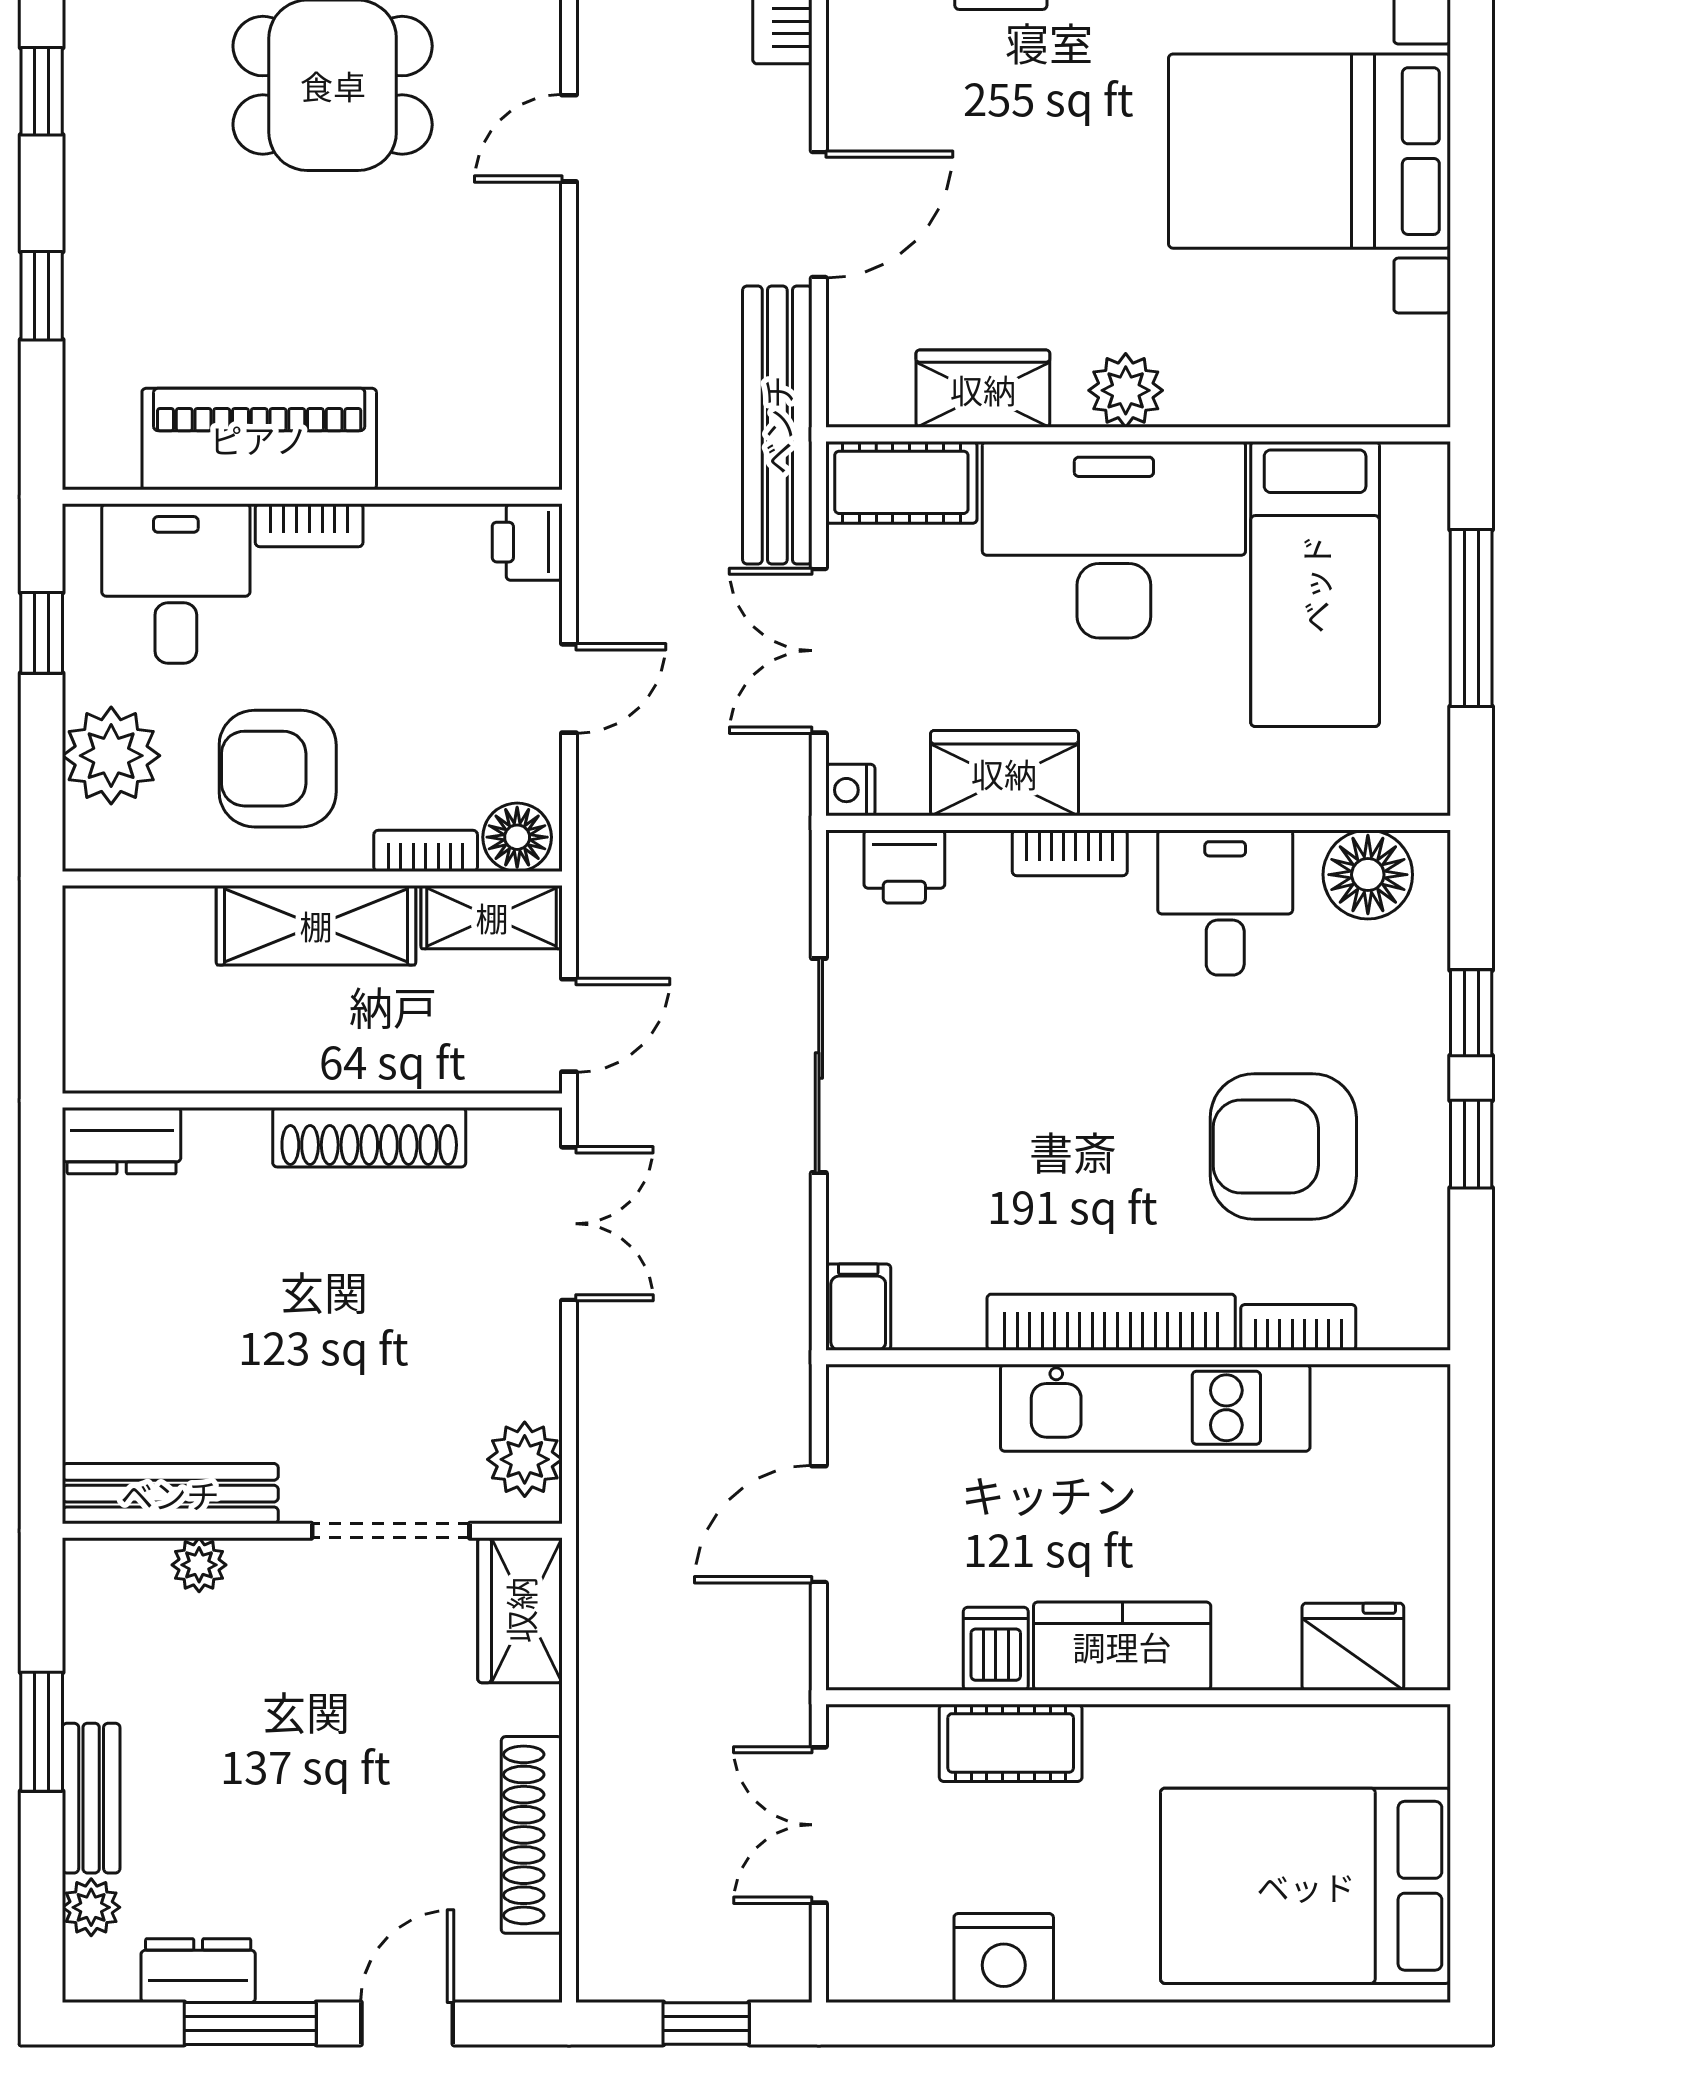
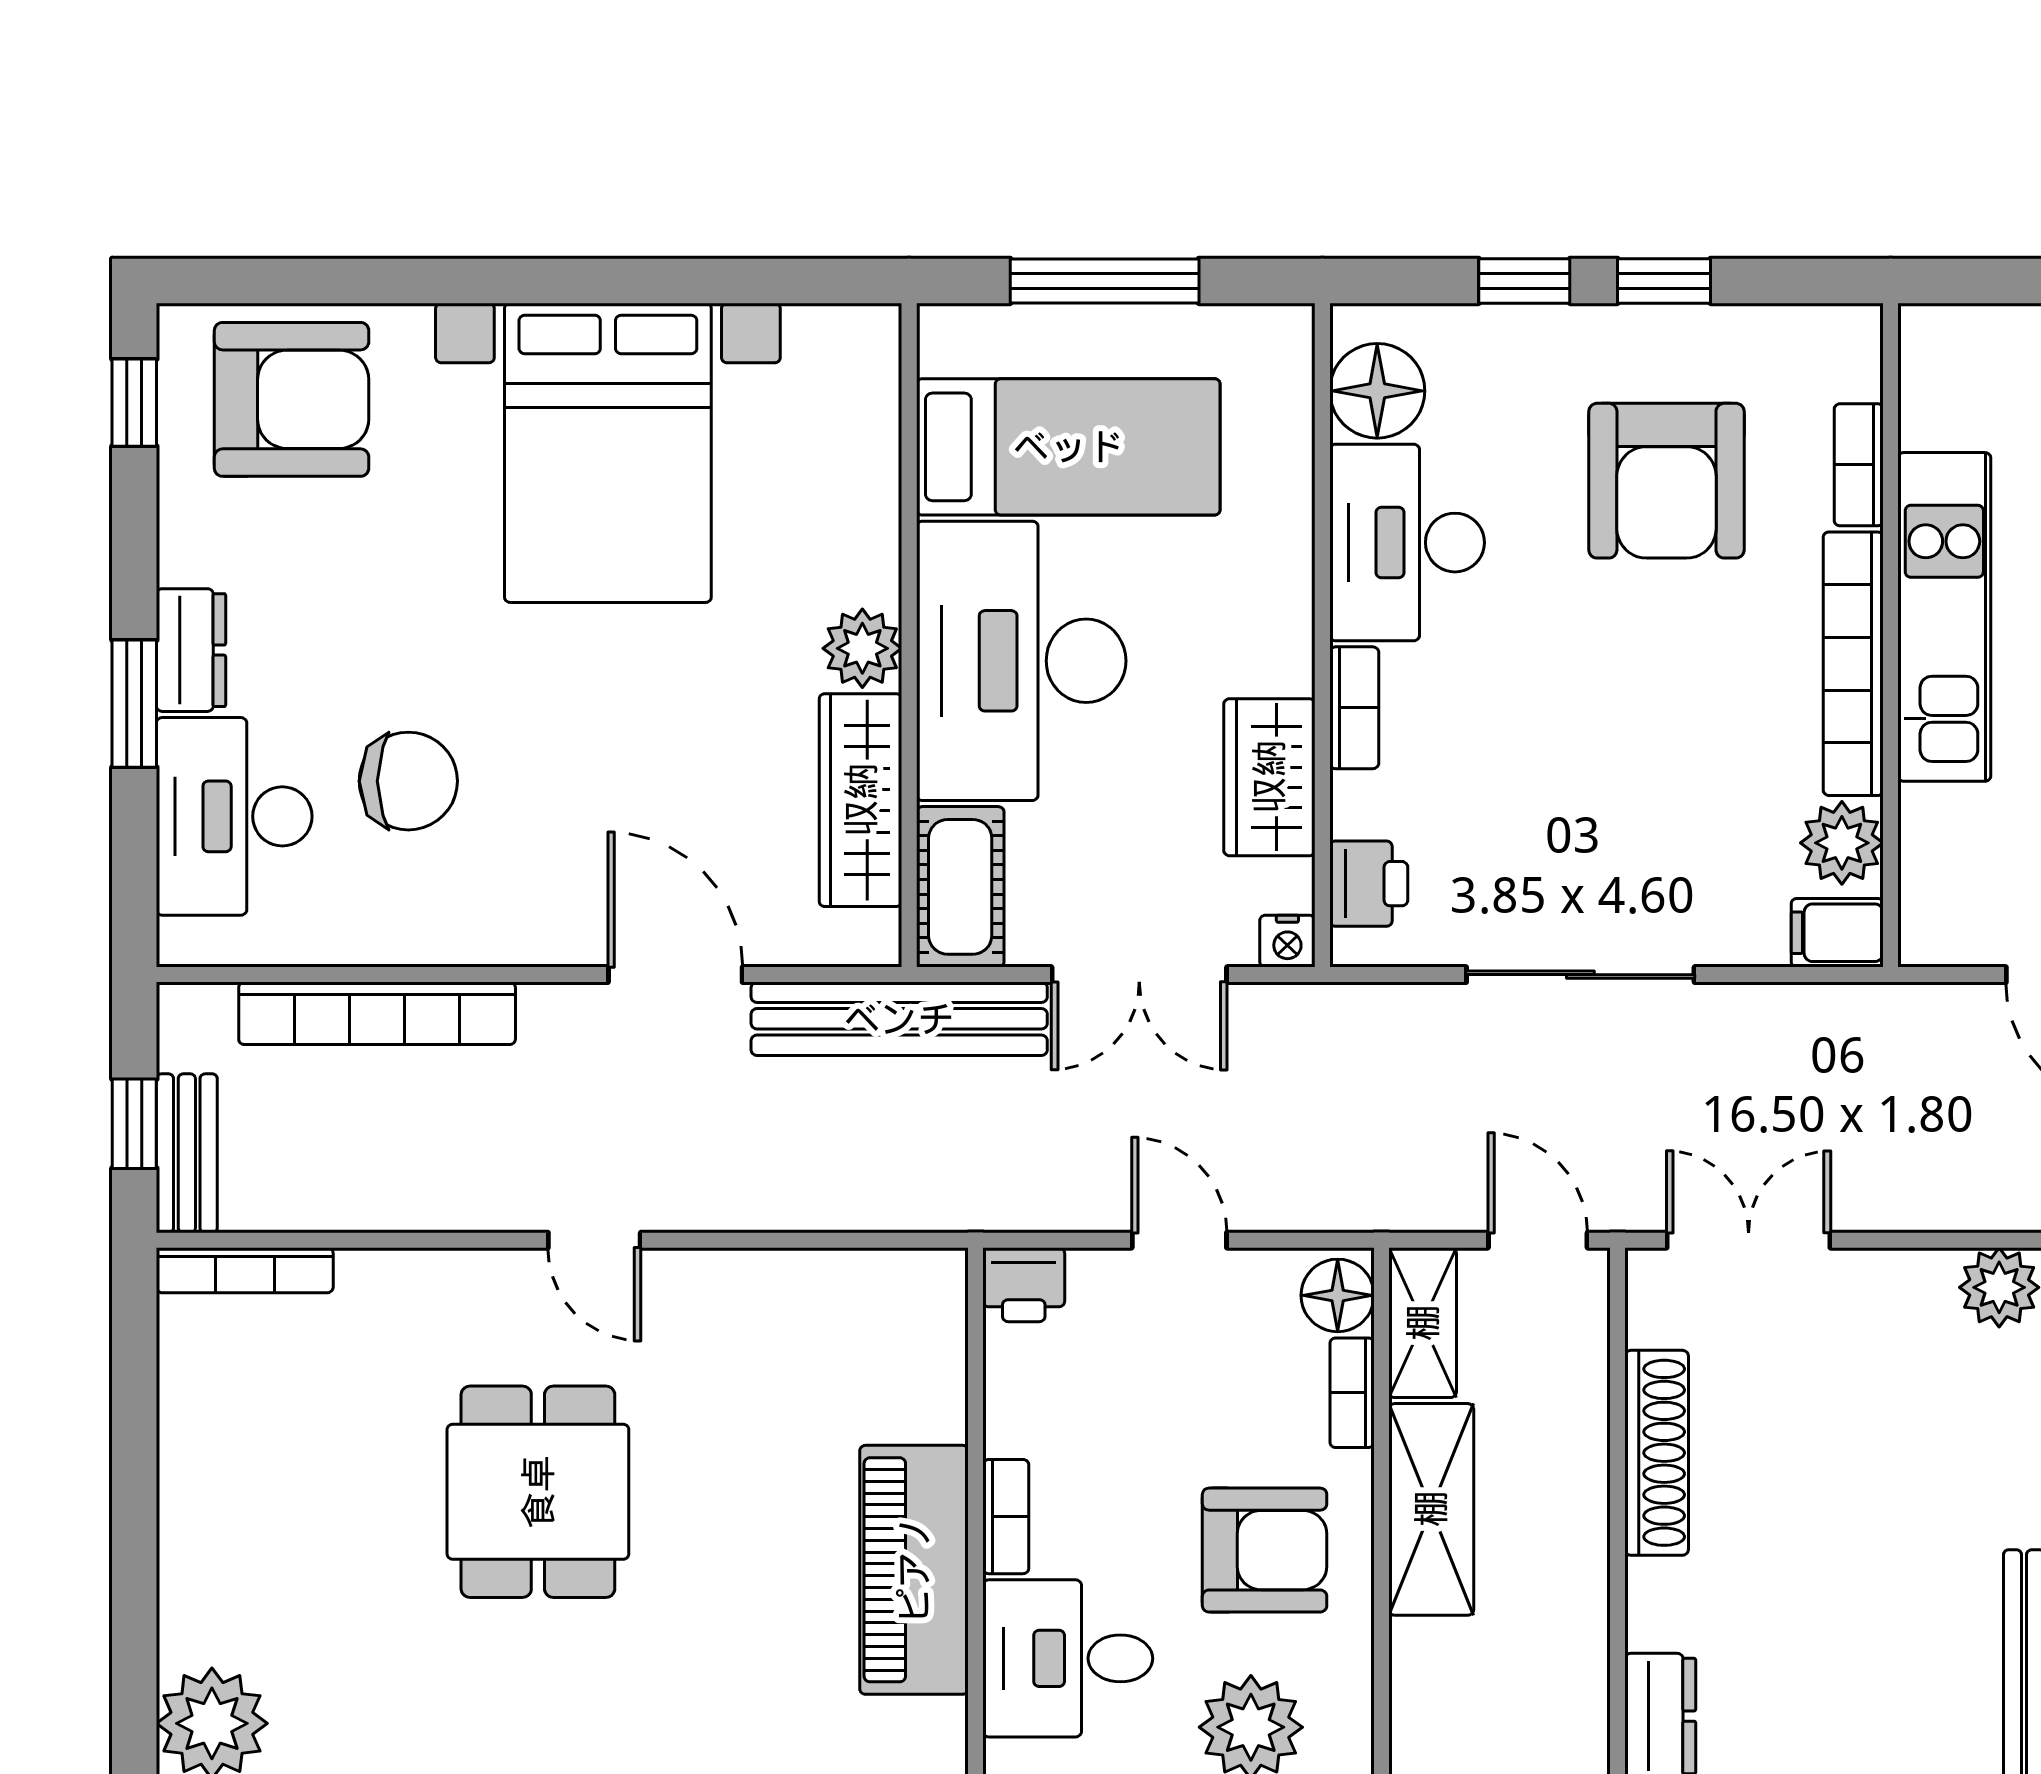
wardrobe: (983, 389) -> (861, 800), width x1.50
armchair: (278, 769) -> (1265, 1550), turned -90
desk: (1225, 903) -> (1407, 543), width x1.37
plant: (943, 1311) -> (1842, 843), added

